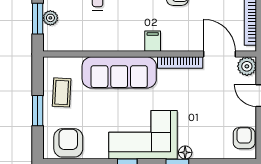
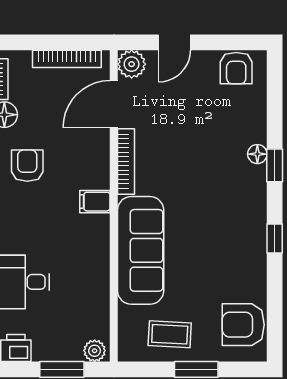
plant: (50, 18) -> (95, 351), moved
corner sofa: (143, 135) -> (231, 216), removed
armchair: (244, 138) -> (236, 68), turned -90

